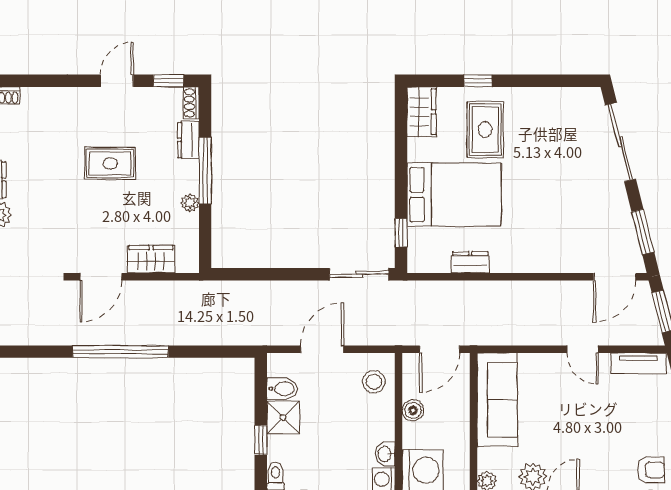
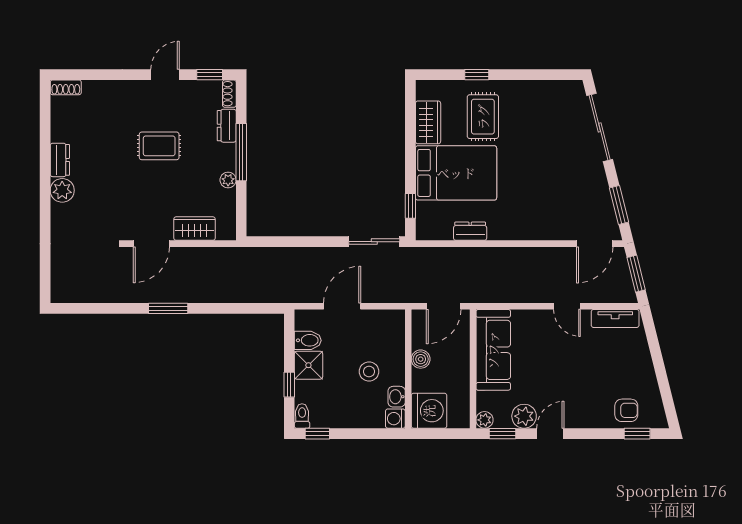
wardrobe: (422, 112) -> (428, 122), moved
window: (120, 352) -> (168, 308), width x0.47
stool: (374, 382) -> (369, 371), moved

